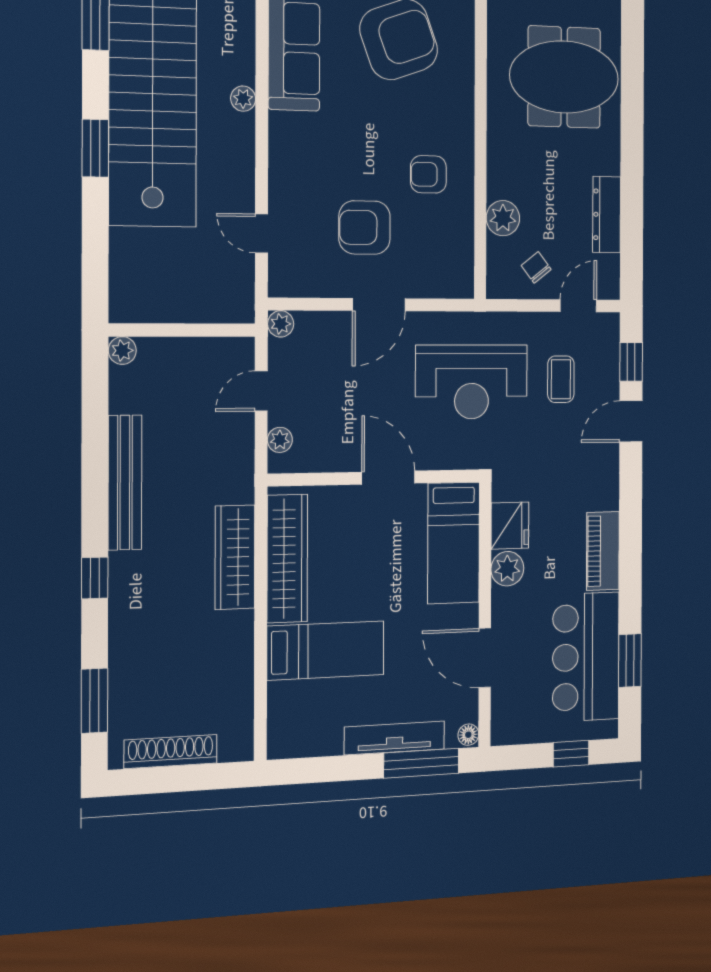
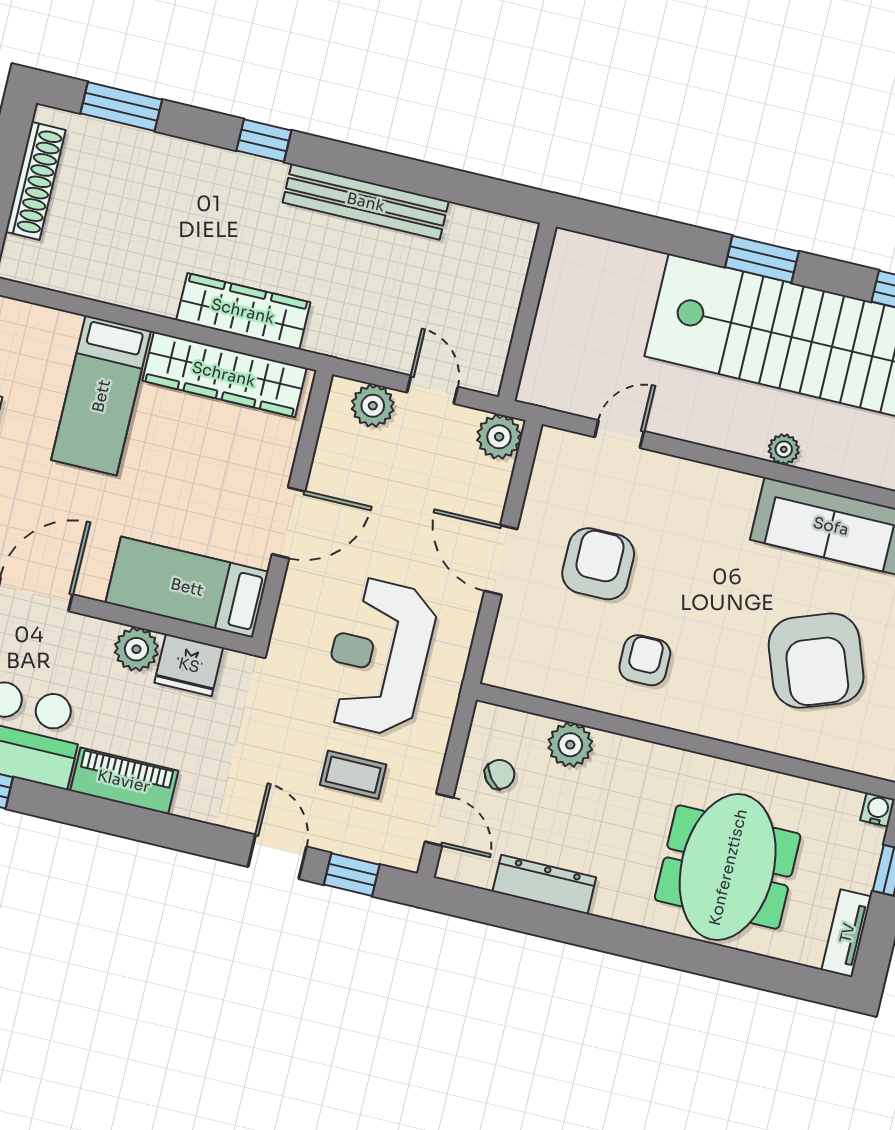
plant: (281, 324) -> (499, 437), width x1.38, depth x1.38
plant: (122, 351) -> (520, 235), removed
plant: (280, 440) -> (373, 406), width x1.38, depth x1.38

